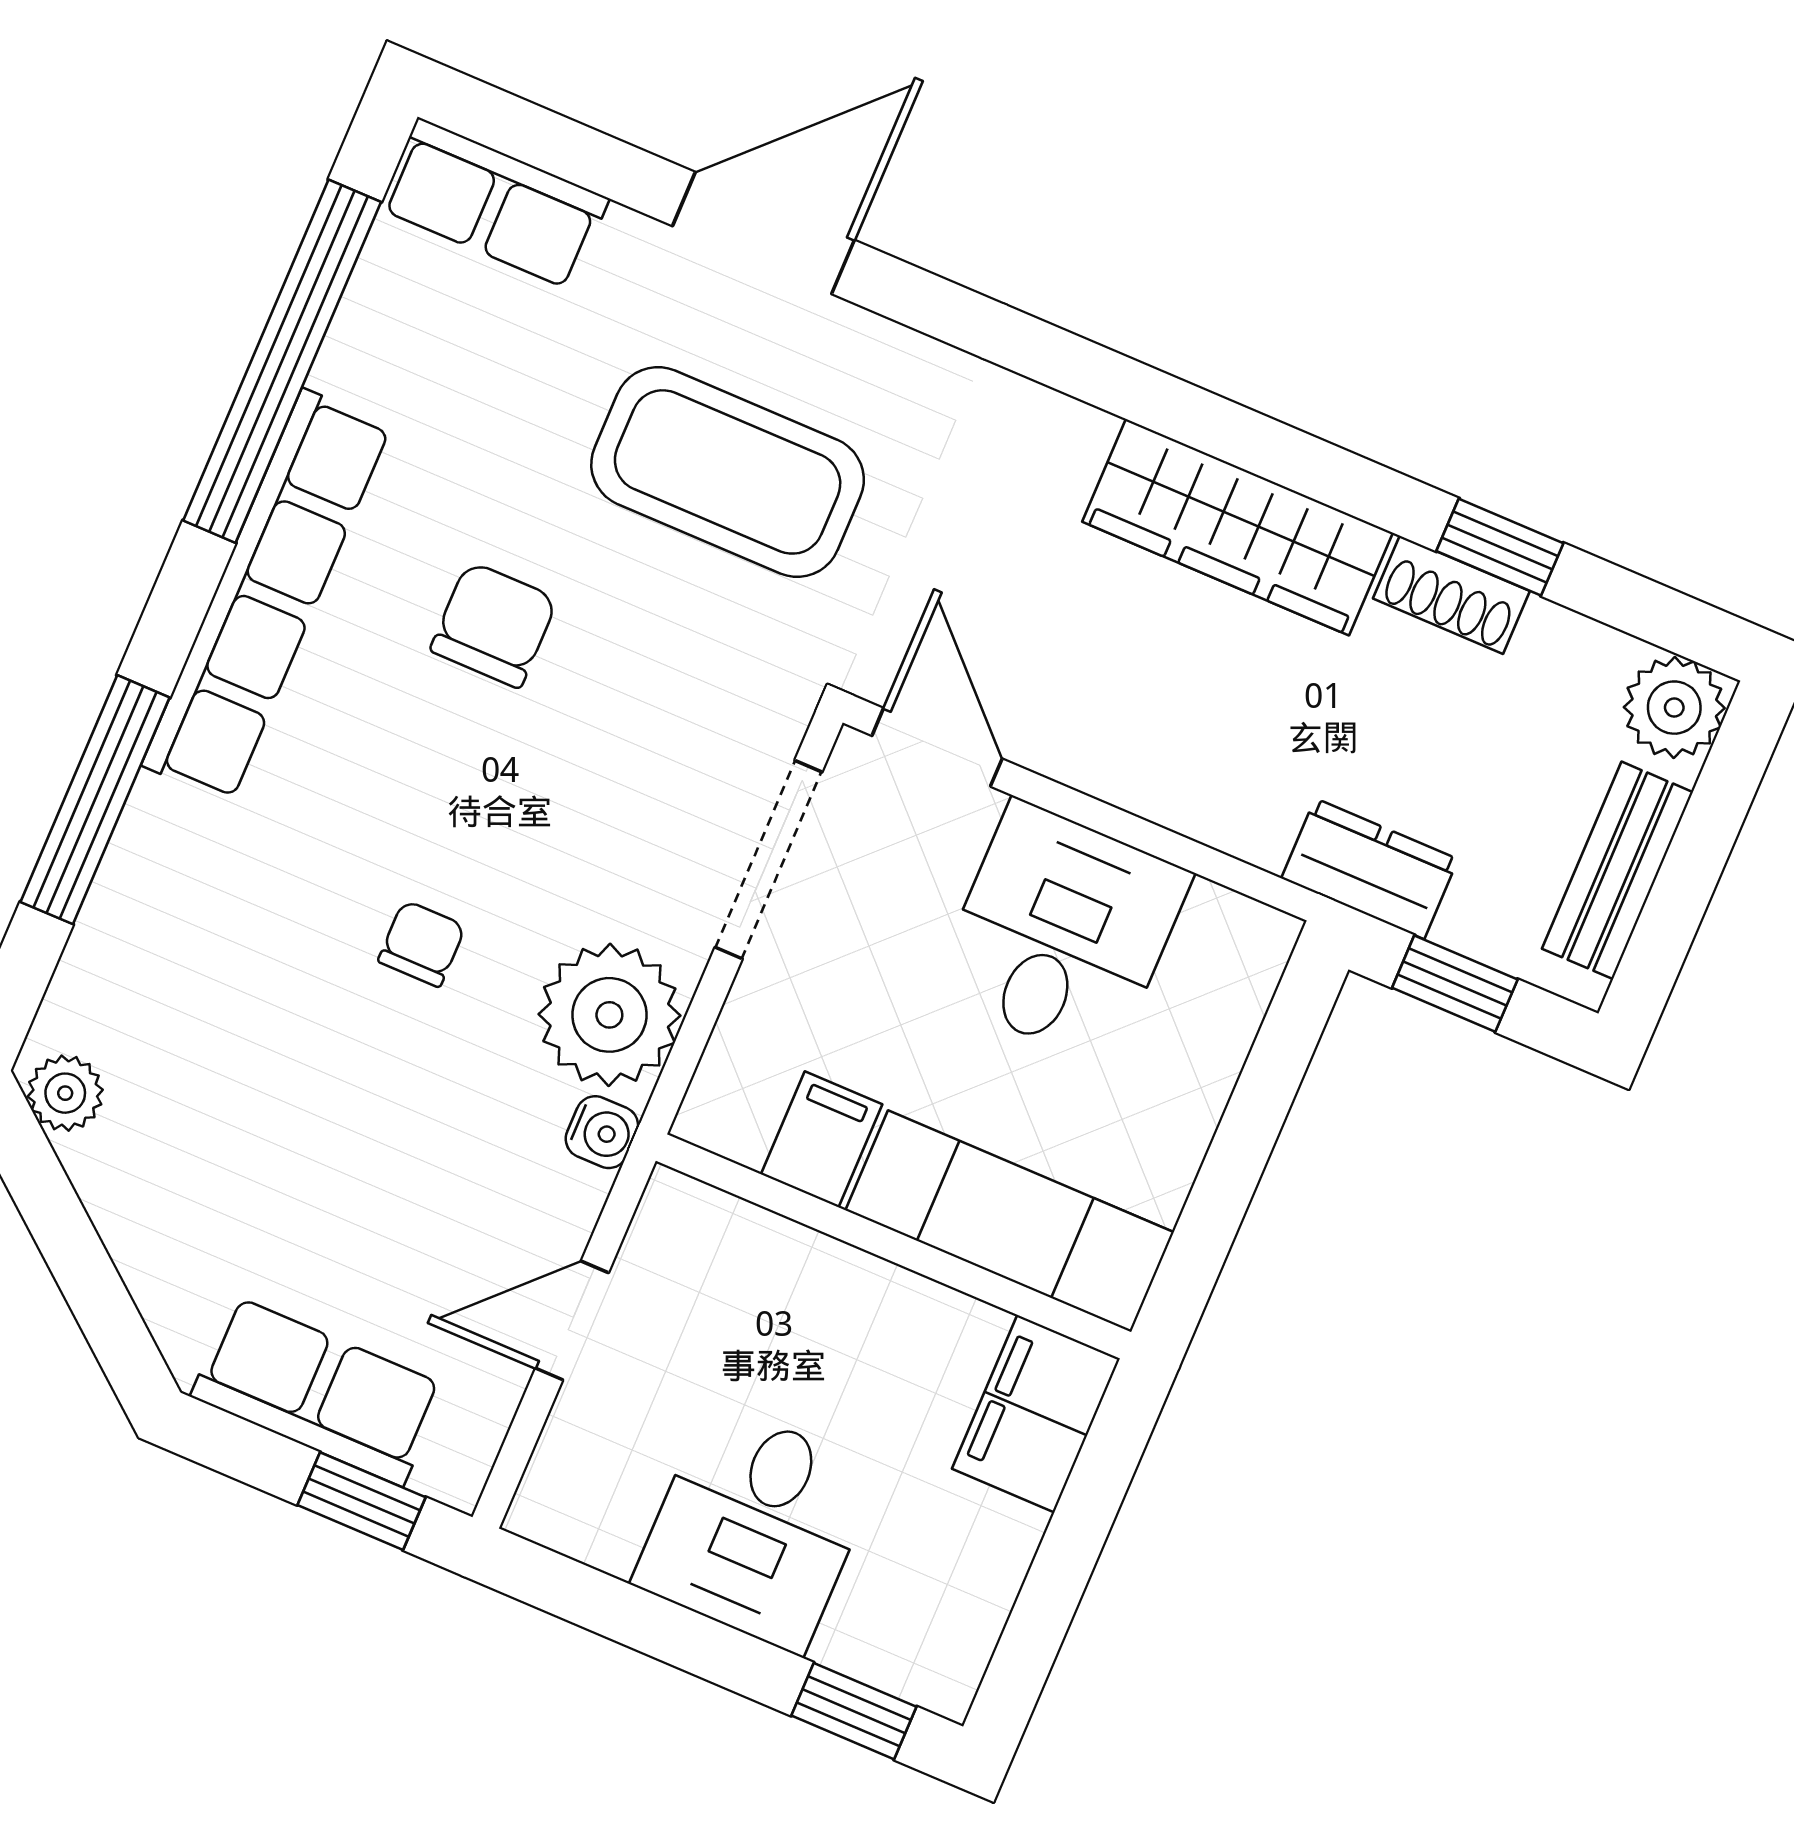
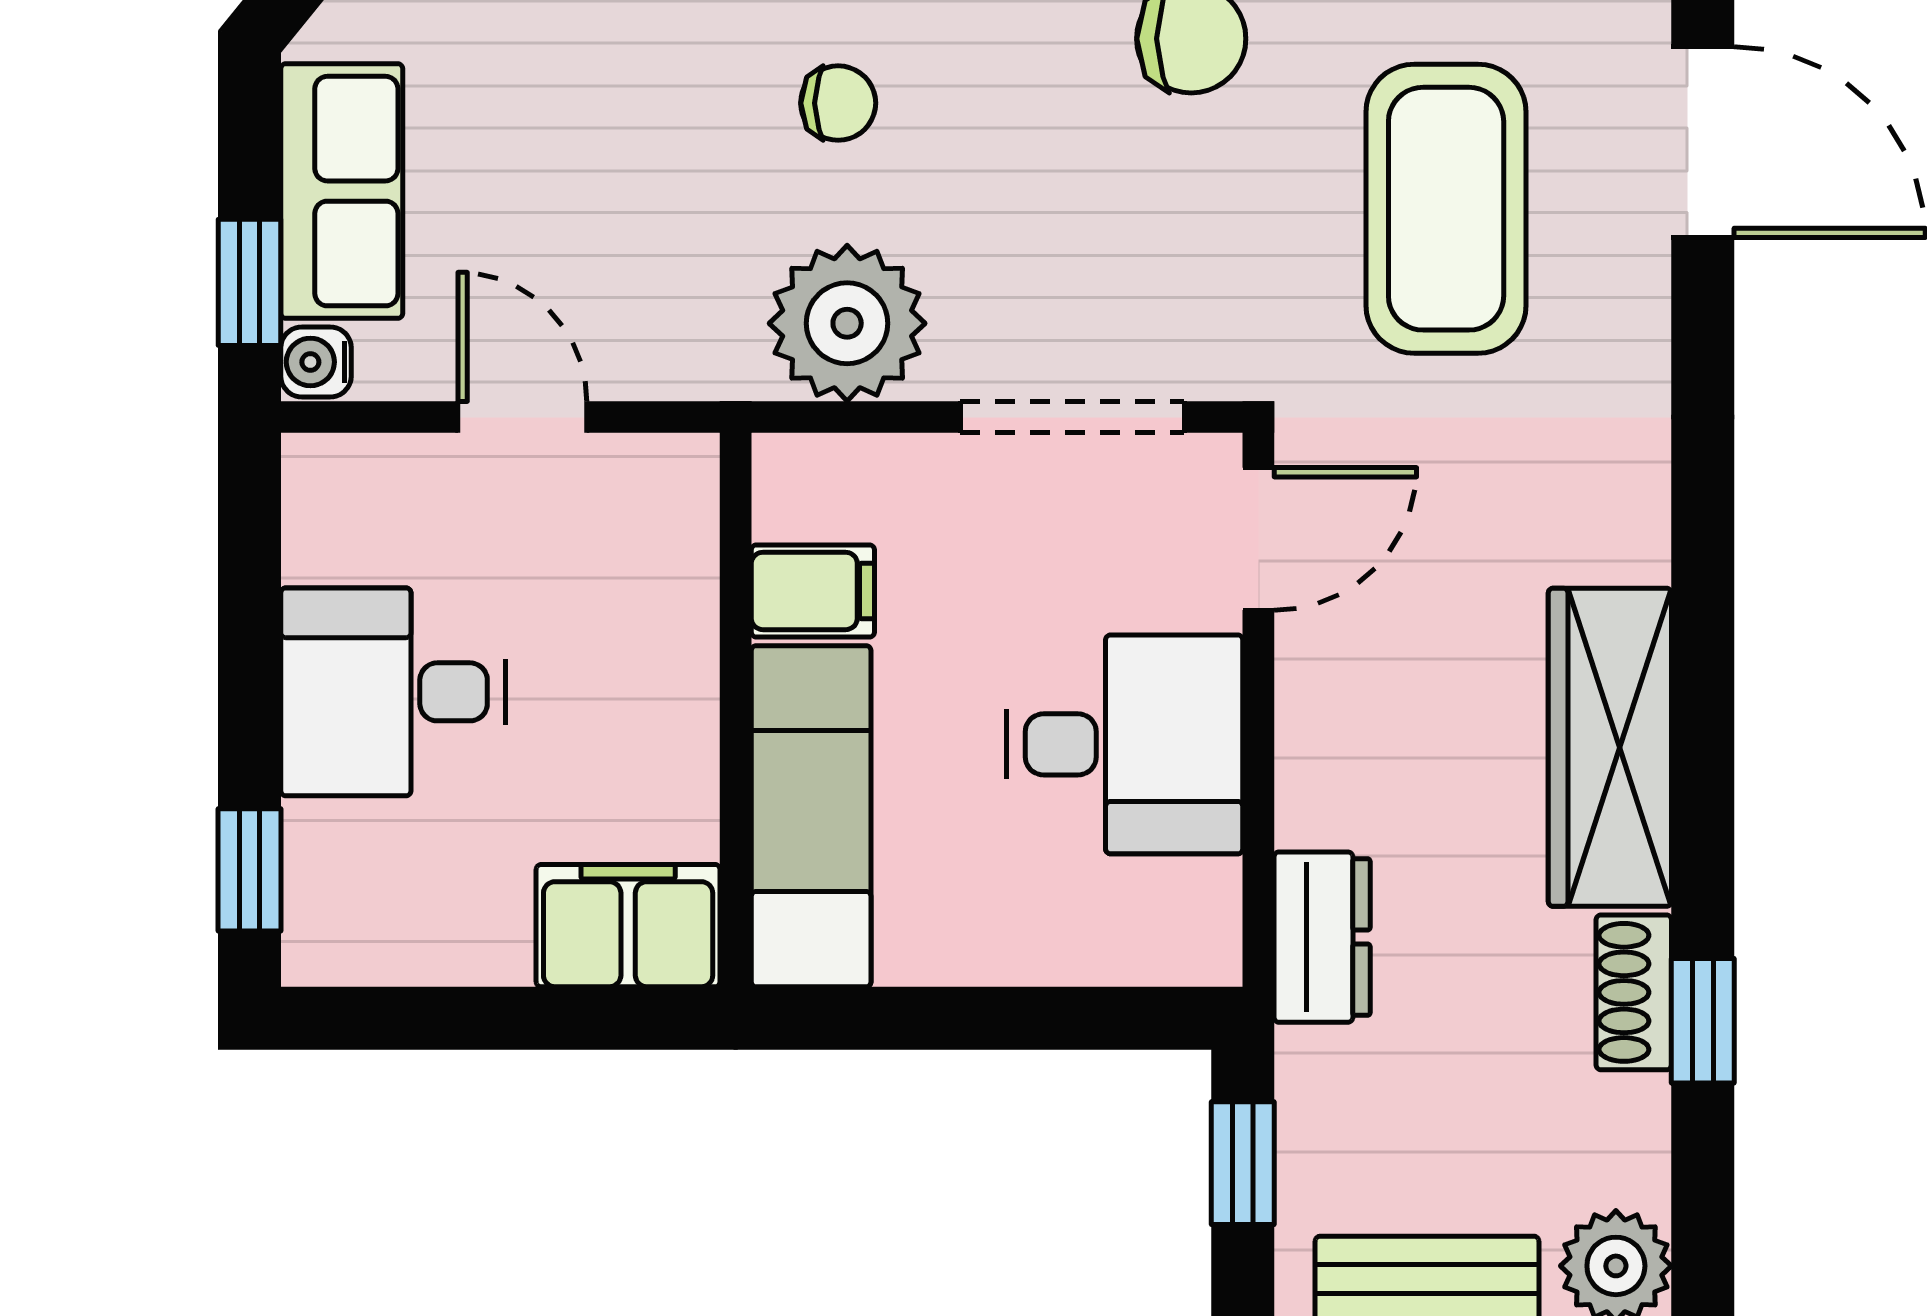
dresser: (1370, 869) -> (1322, 937), moved
water cooler: (602, 1132) -> (316, 362), moved, turned 90

